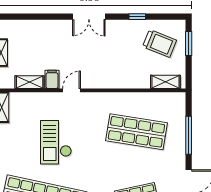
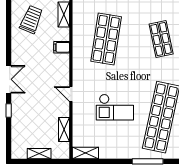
window: (137, 17) -> (9, 110), moved
filing cabinet: (52, 79) -> (62, 47), moved

